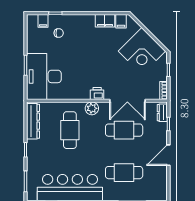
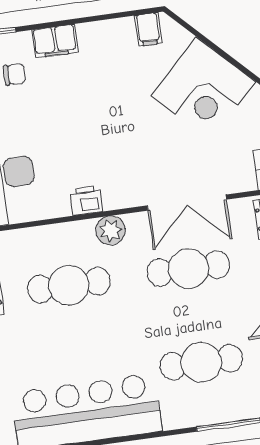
filing cabinet: (105, 21) -> (55, 41), moved
printer: (97, 93) -> (86, 200), moved
cafe table: (70, 130) -> (69, 285), turned 90

